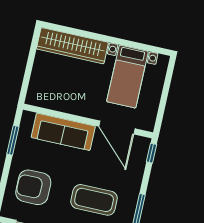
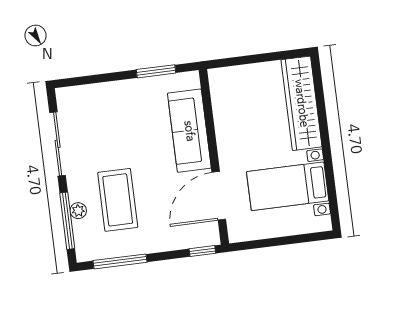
armchair: (33, 187) -> (106, 118), removed

